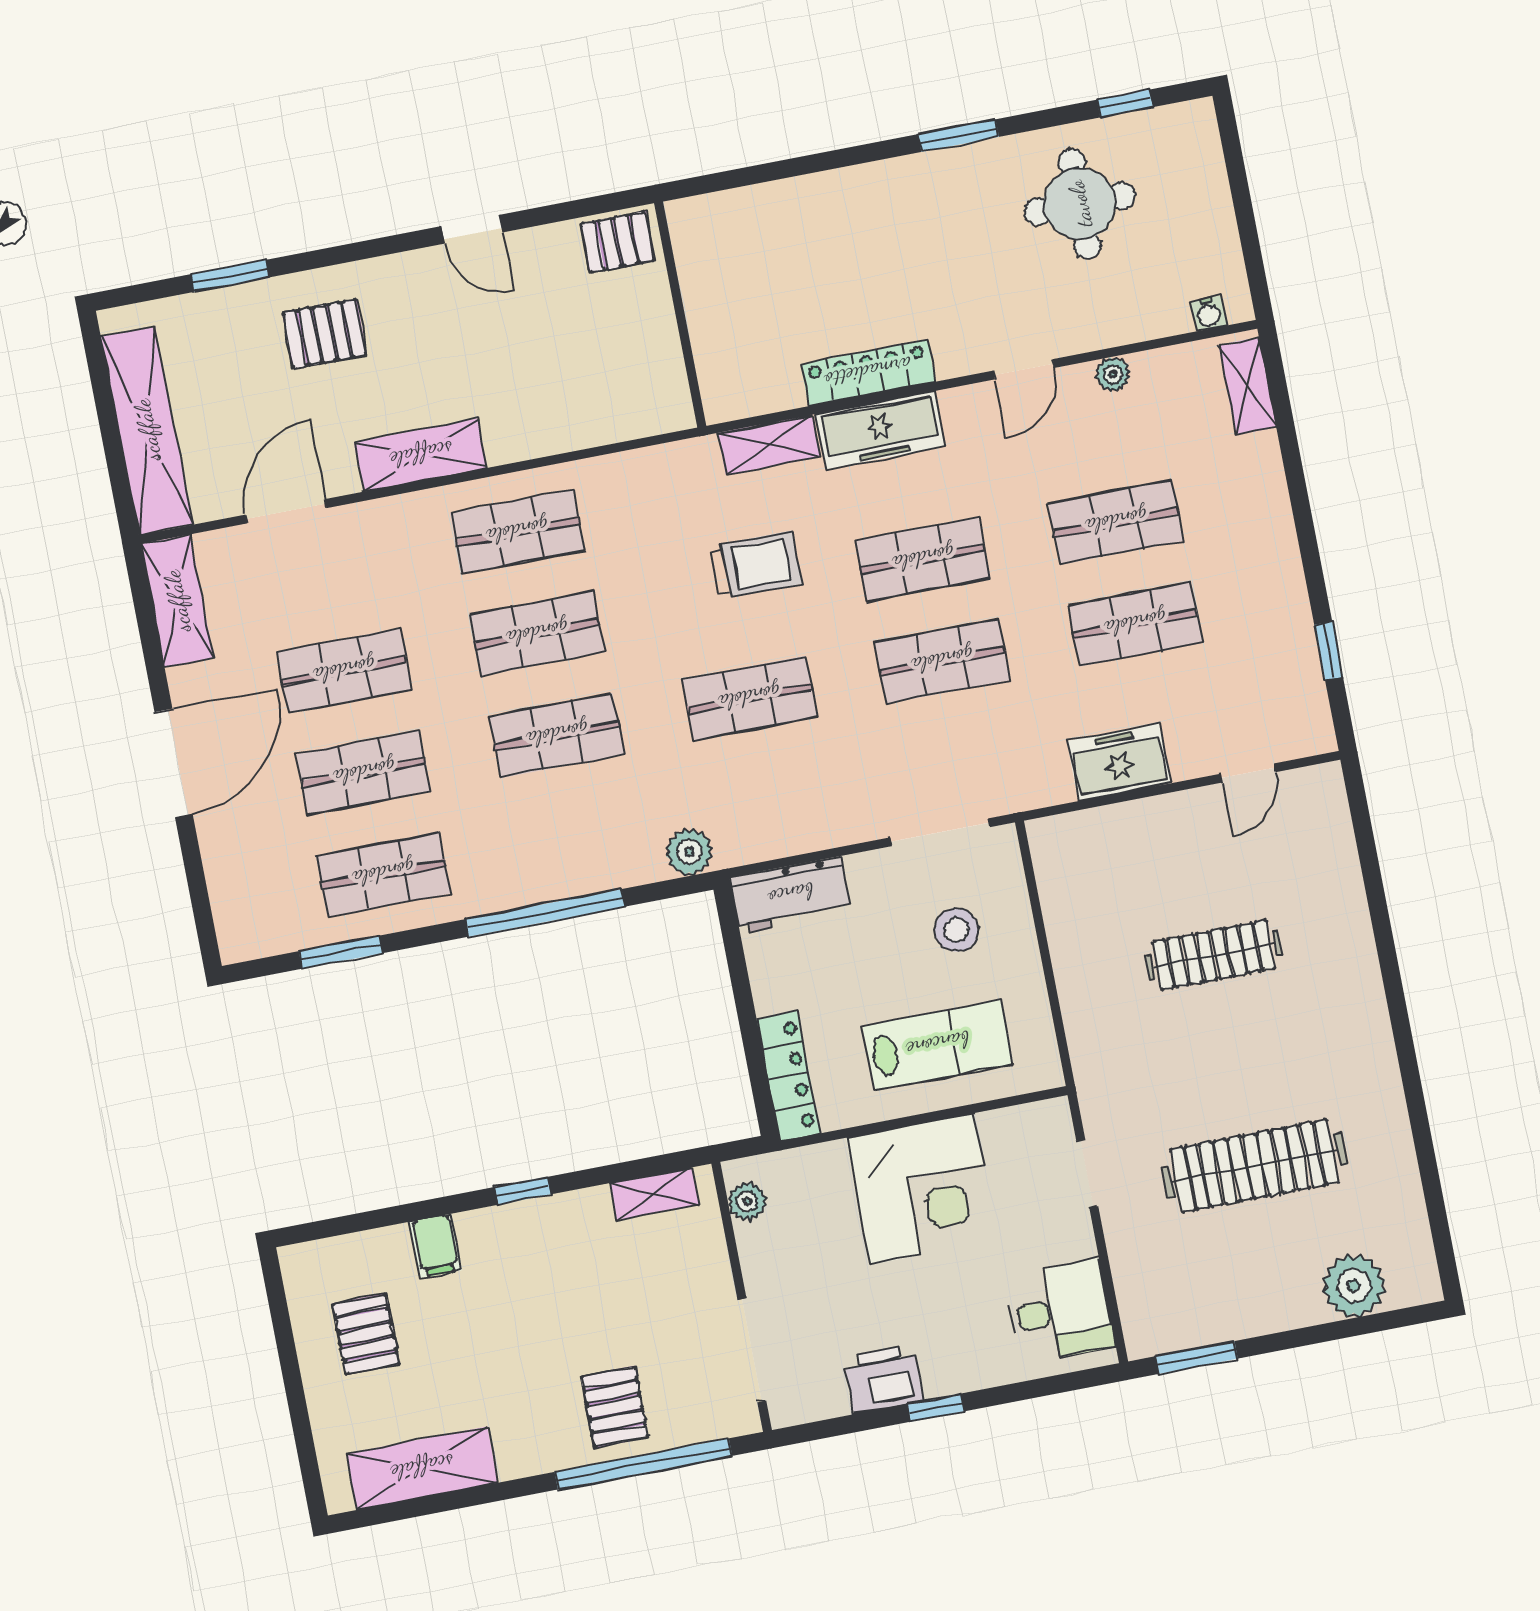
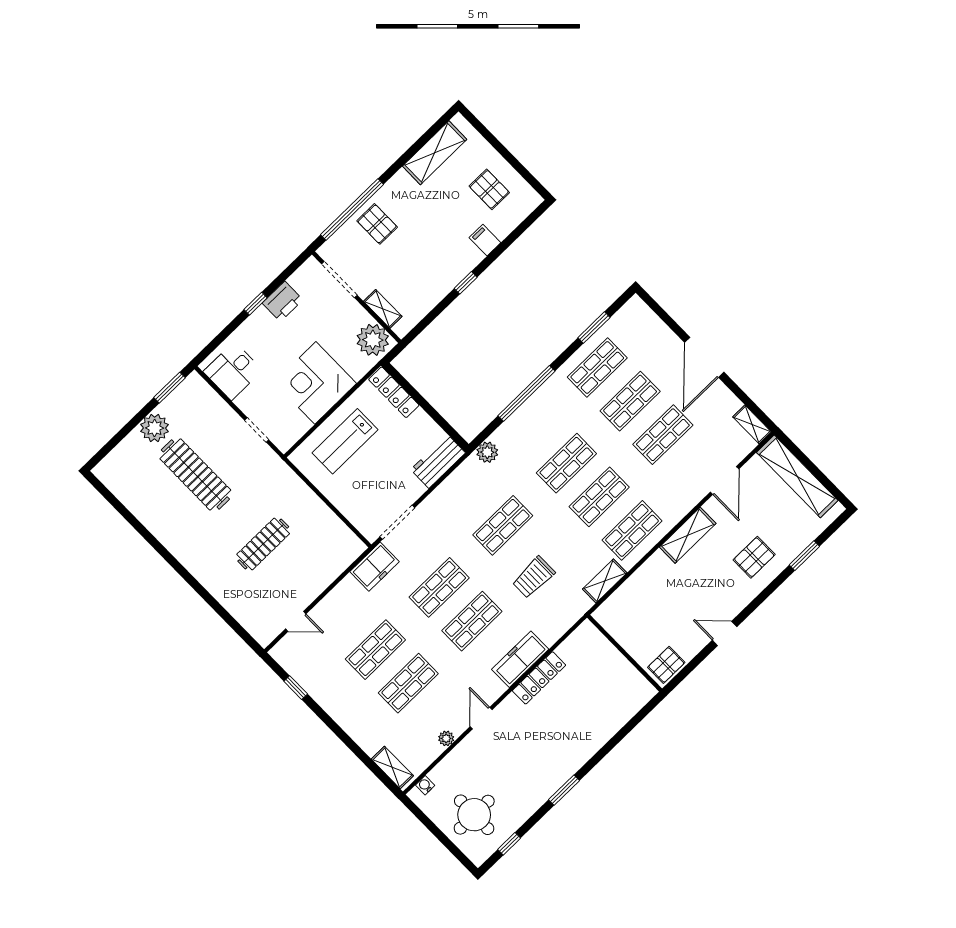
round table: (1080, 204) -> (474, 815), moved
shelving: (769, 445) -> (605, 581), moved
shelving: (177, 601) -> (752, 424), width x0.67, depth x0.75
freezer: (1119, 762) -> (375, 567), moved
door: (1248, 773) -> (296, 621), swing flipped
stool: (957, 930) -> (367, 489), removed
clothes rail: (1255, 1166) -> (195, 474), turned 90
shelving: (654, 1194) -> (383, 309), moved, turned 90
plant: (747, 1201) -> (373, 340), width x1.88, depth x1.88
plant: (1354, 1286) -> (155, 428), moved

